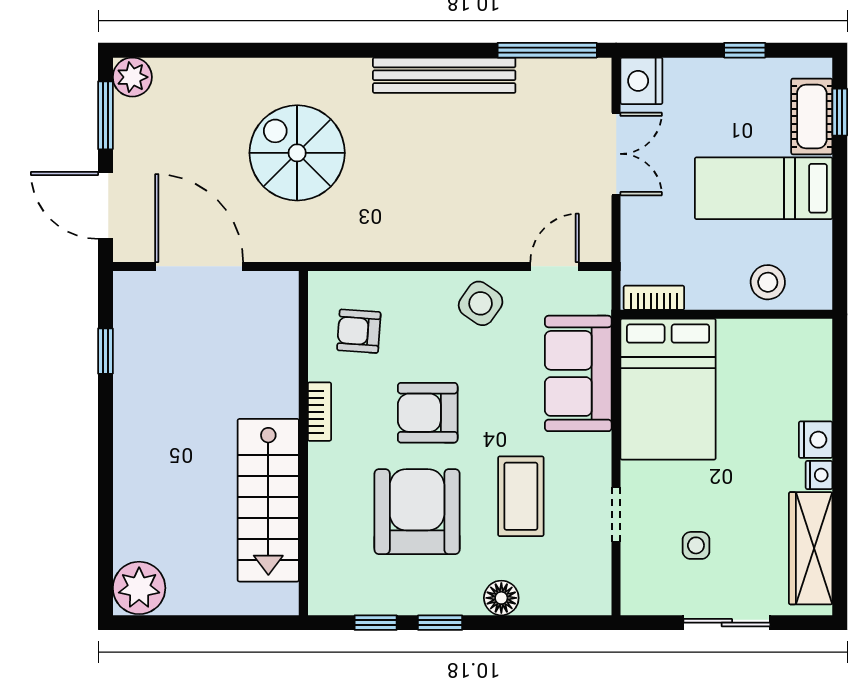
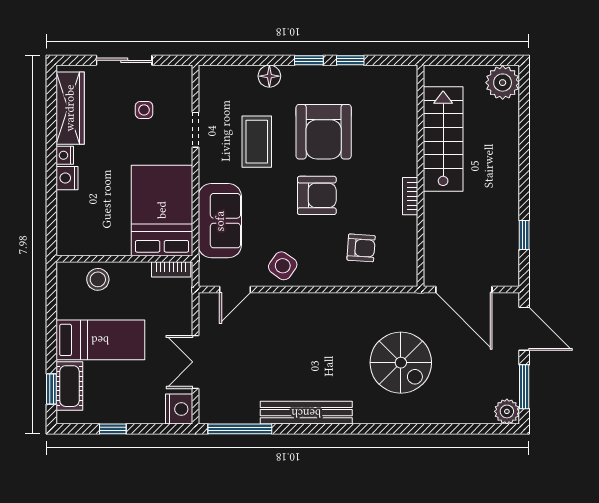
bookcase: (319, 412) -> (410, 196), moved
wall: (303, 443) -> (420, 176), moved
stairs: (268, 500) -> (443, 139), moved

